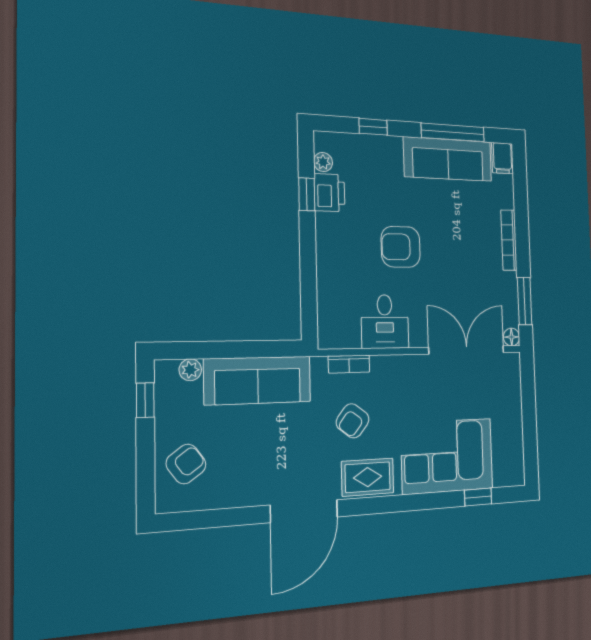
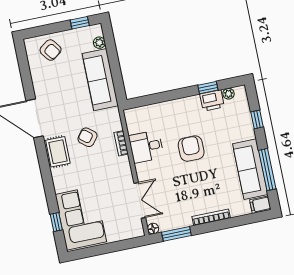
double door: (467, 350) -> (140, 200), width x0.73
bookcase: (349, 364) -> (121, 143), moved
corner sofa: (447, 456) -> (81, 218), moved

